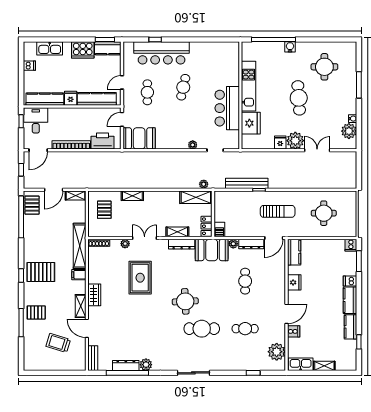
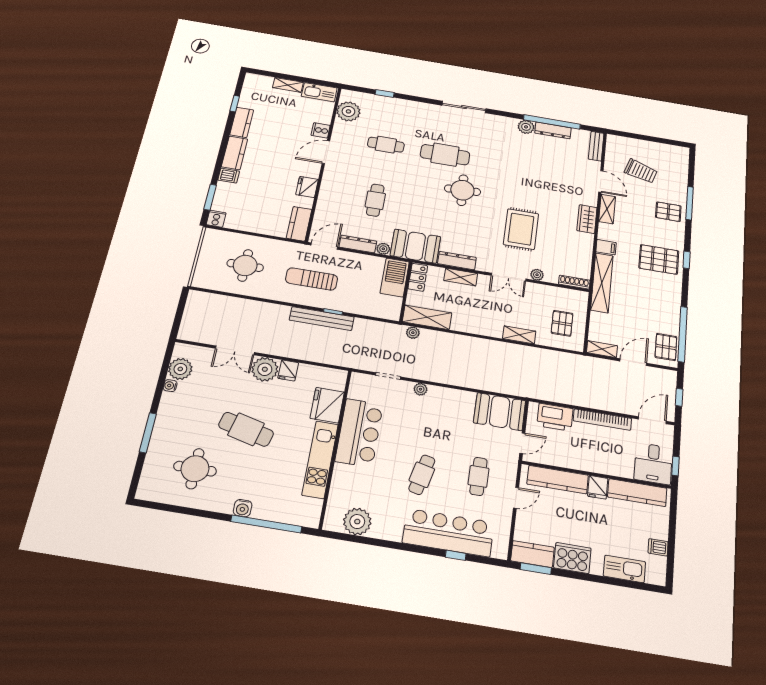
plant: (219, 50) -> (357, 522), added
cafe table: (299, 98) -> (246, 429), turned -72
bench: (247, 183) -> (322, 319), moved
barbecue: (219, 230) -> (395, 278), width x1.88, depth x1.53

